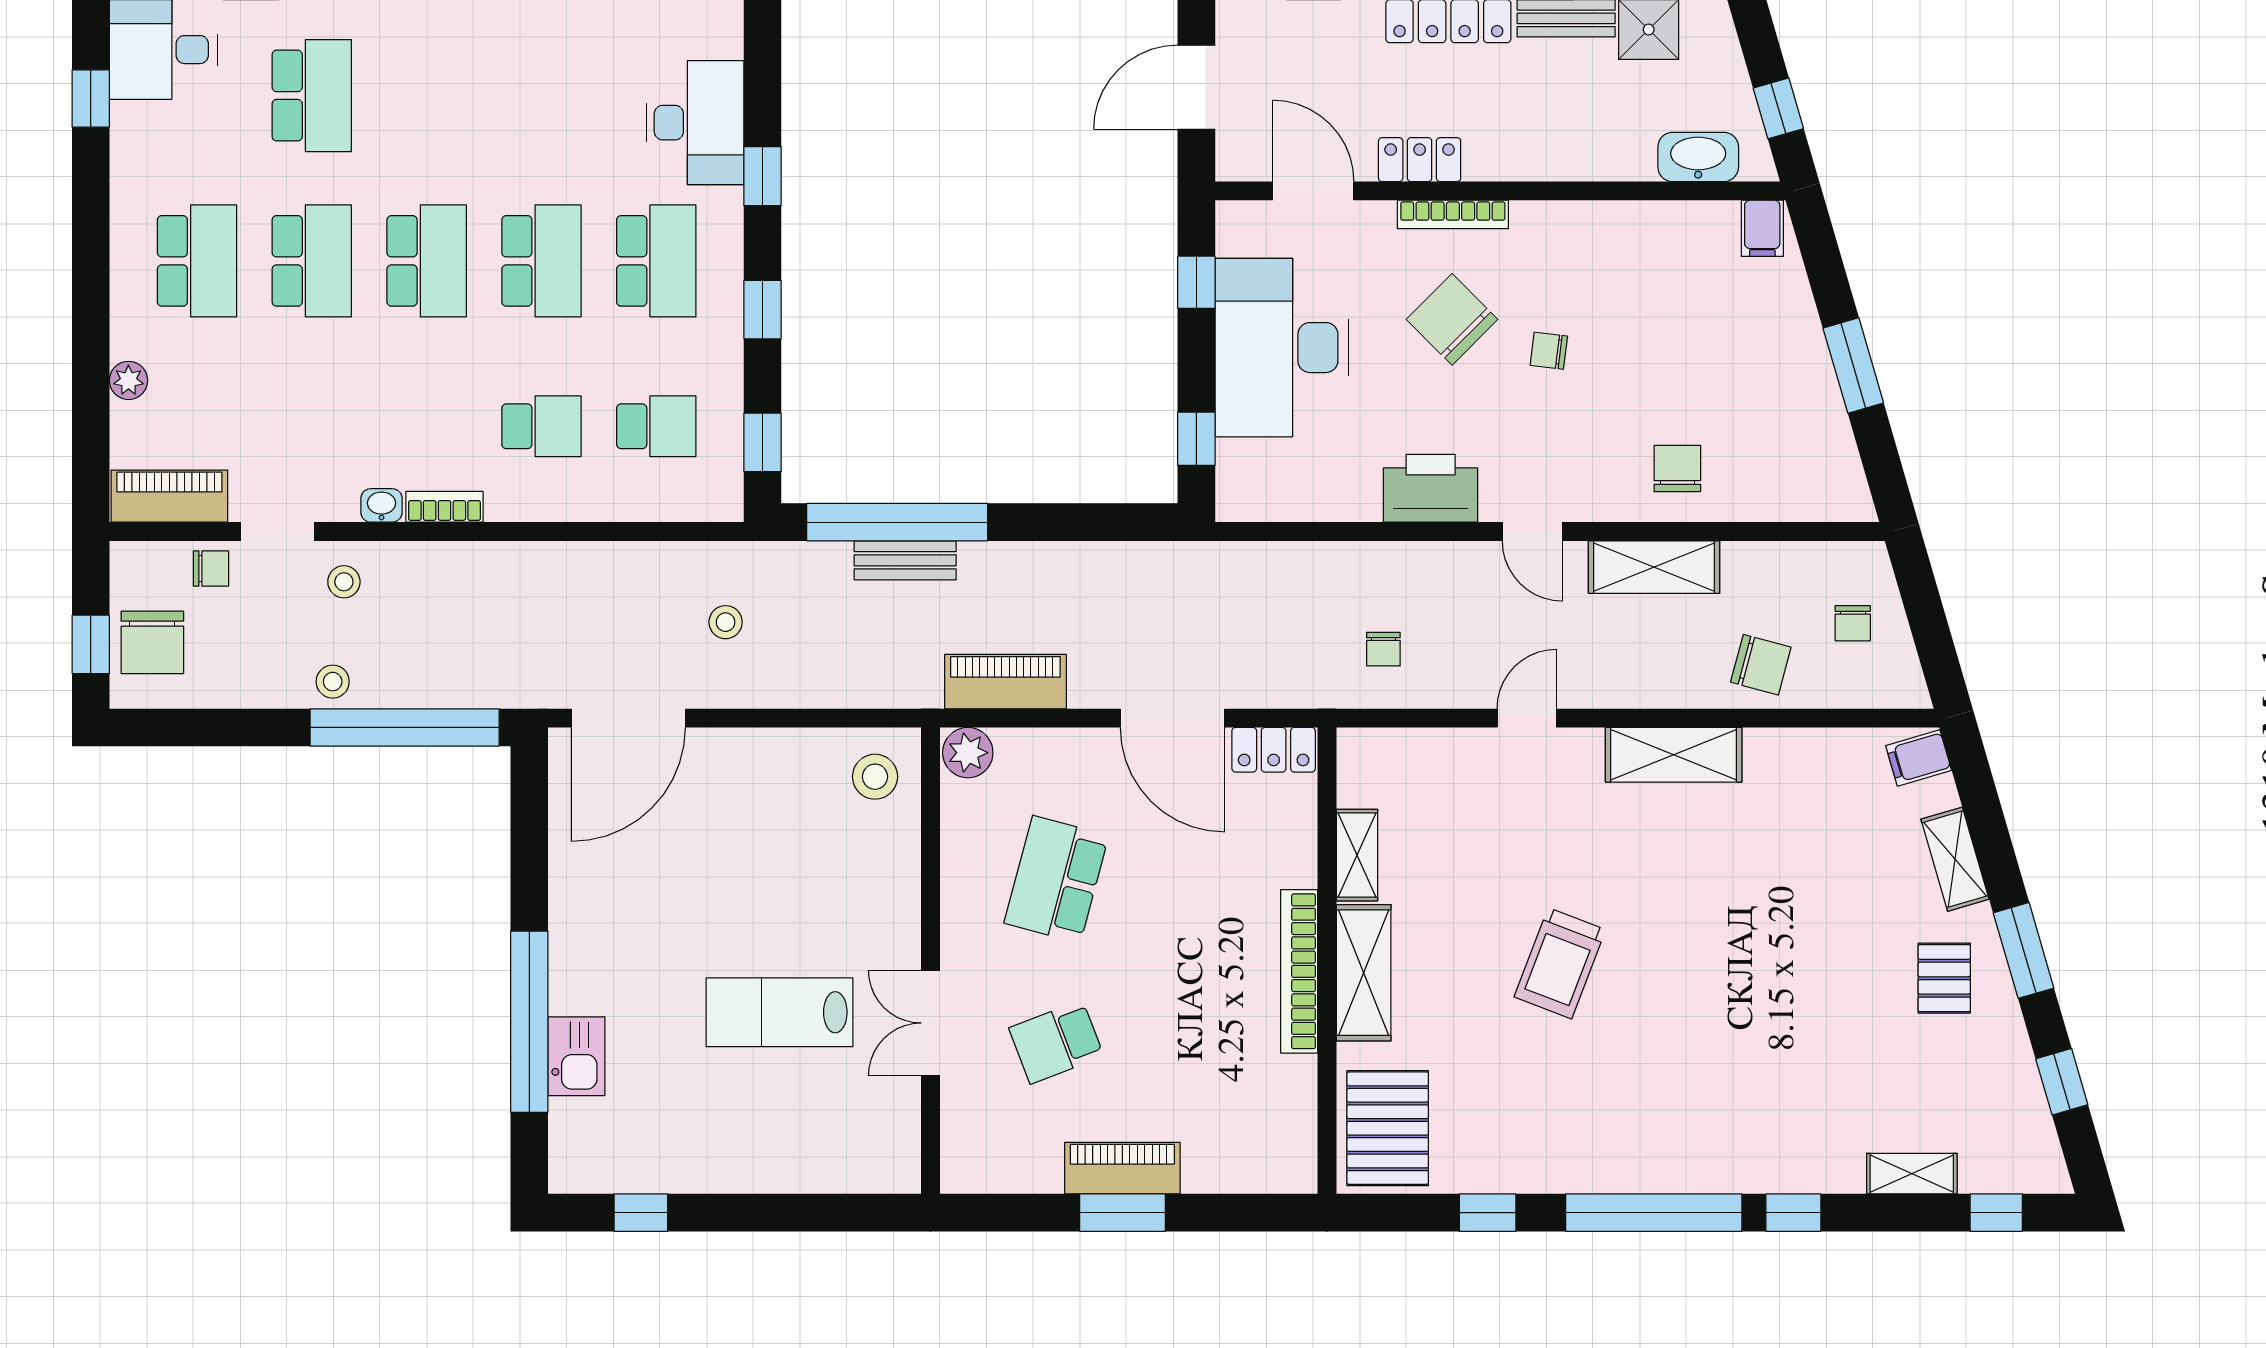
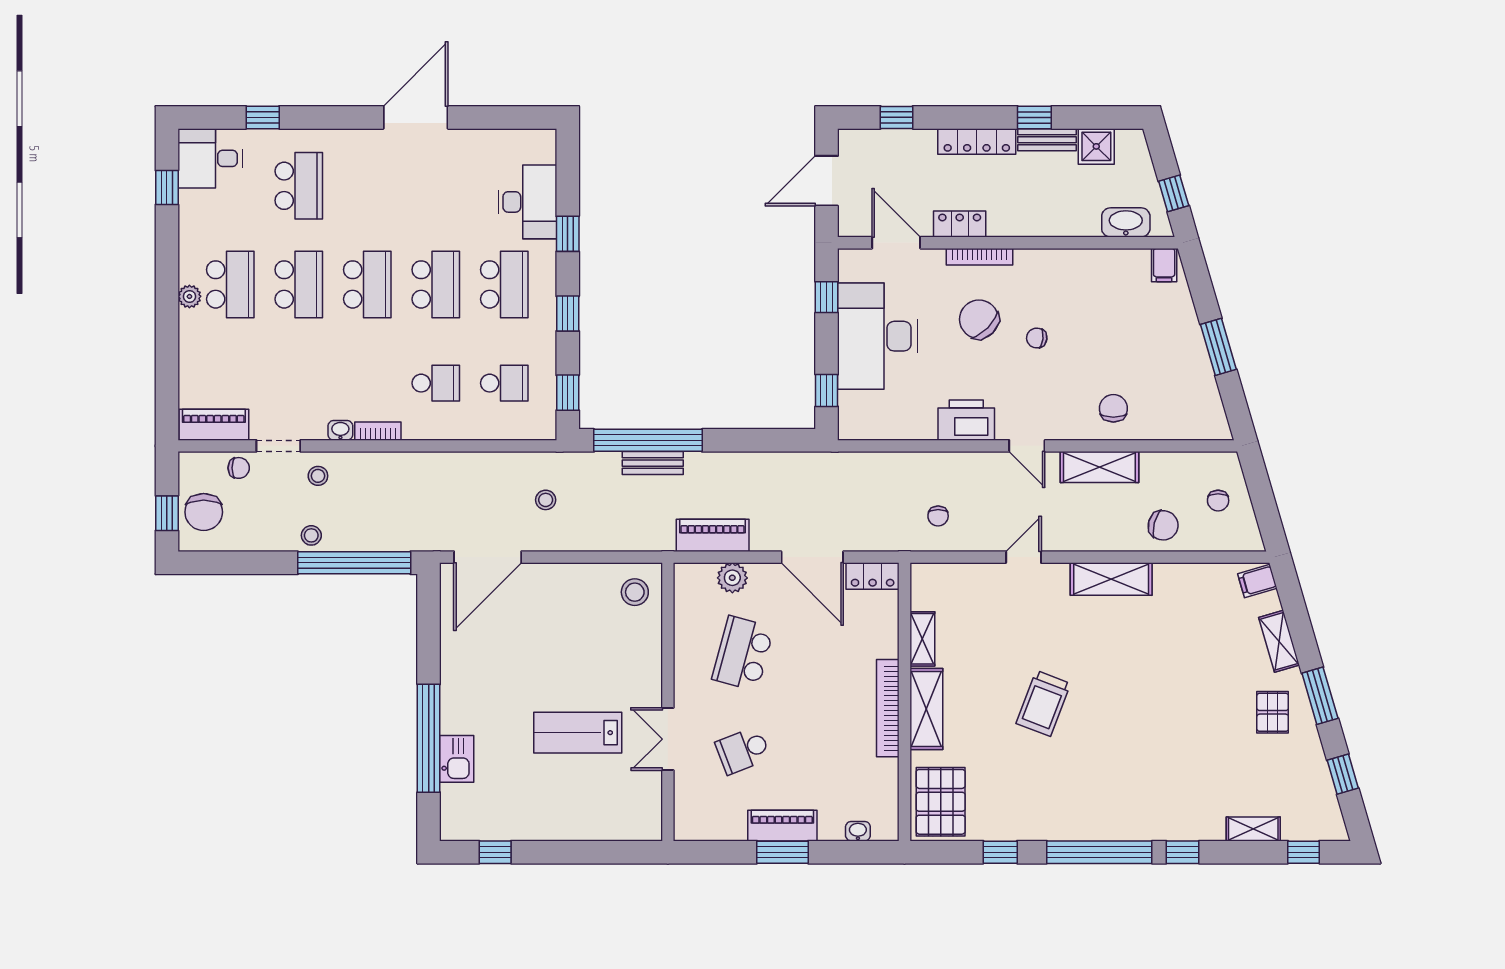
plant: (128, 380) -> (189, 296), moved
plant: (968, 753) -> (732, 578), moved
washbasin: (1249, 1177) -> (858, 831), added

